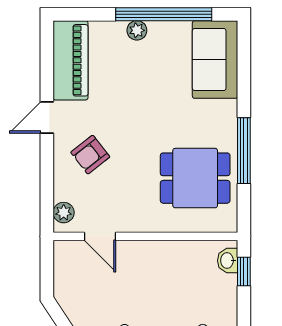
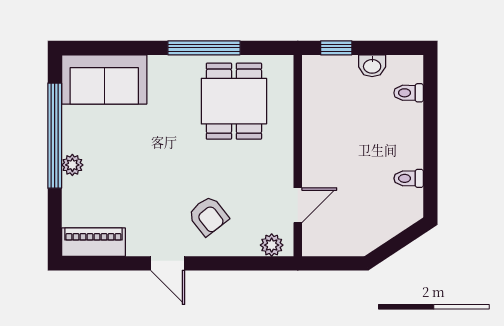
piano: (70, 60) -> (93, 242), width x0.73, depth x0.75
washbasin: (228, 261) -> (372, 66), moved

